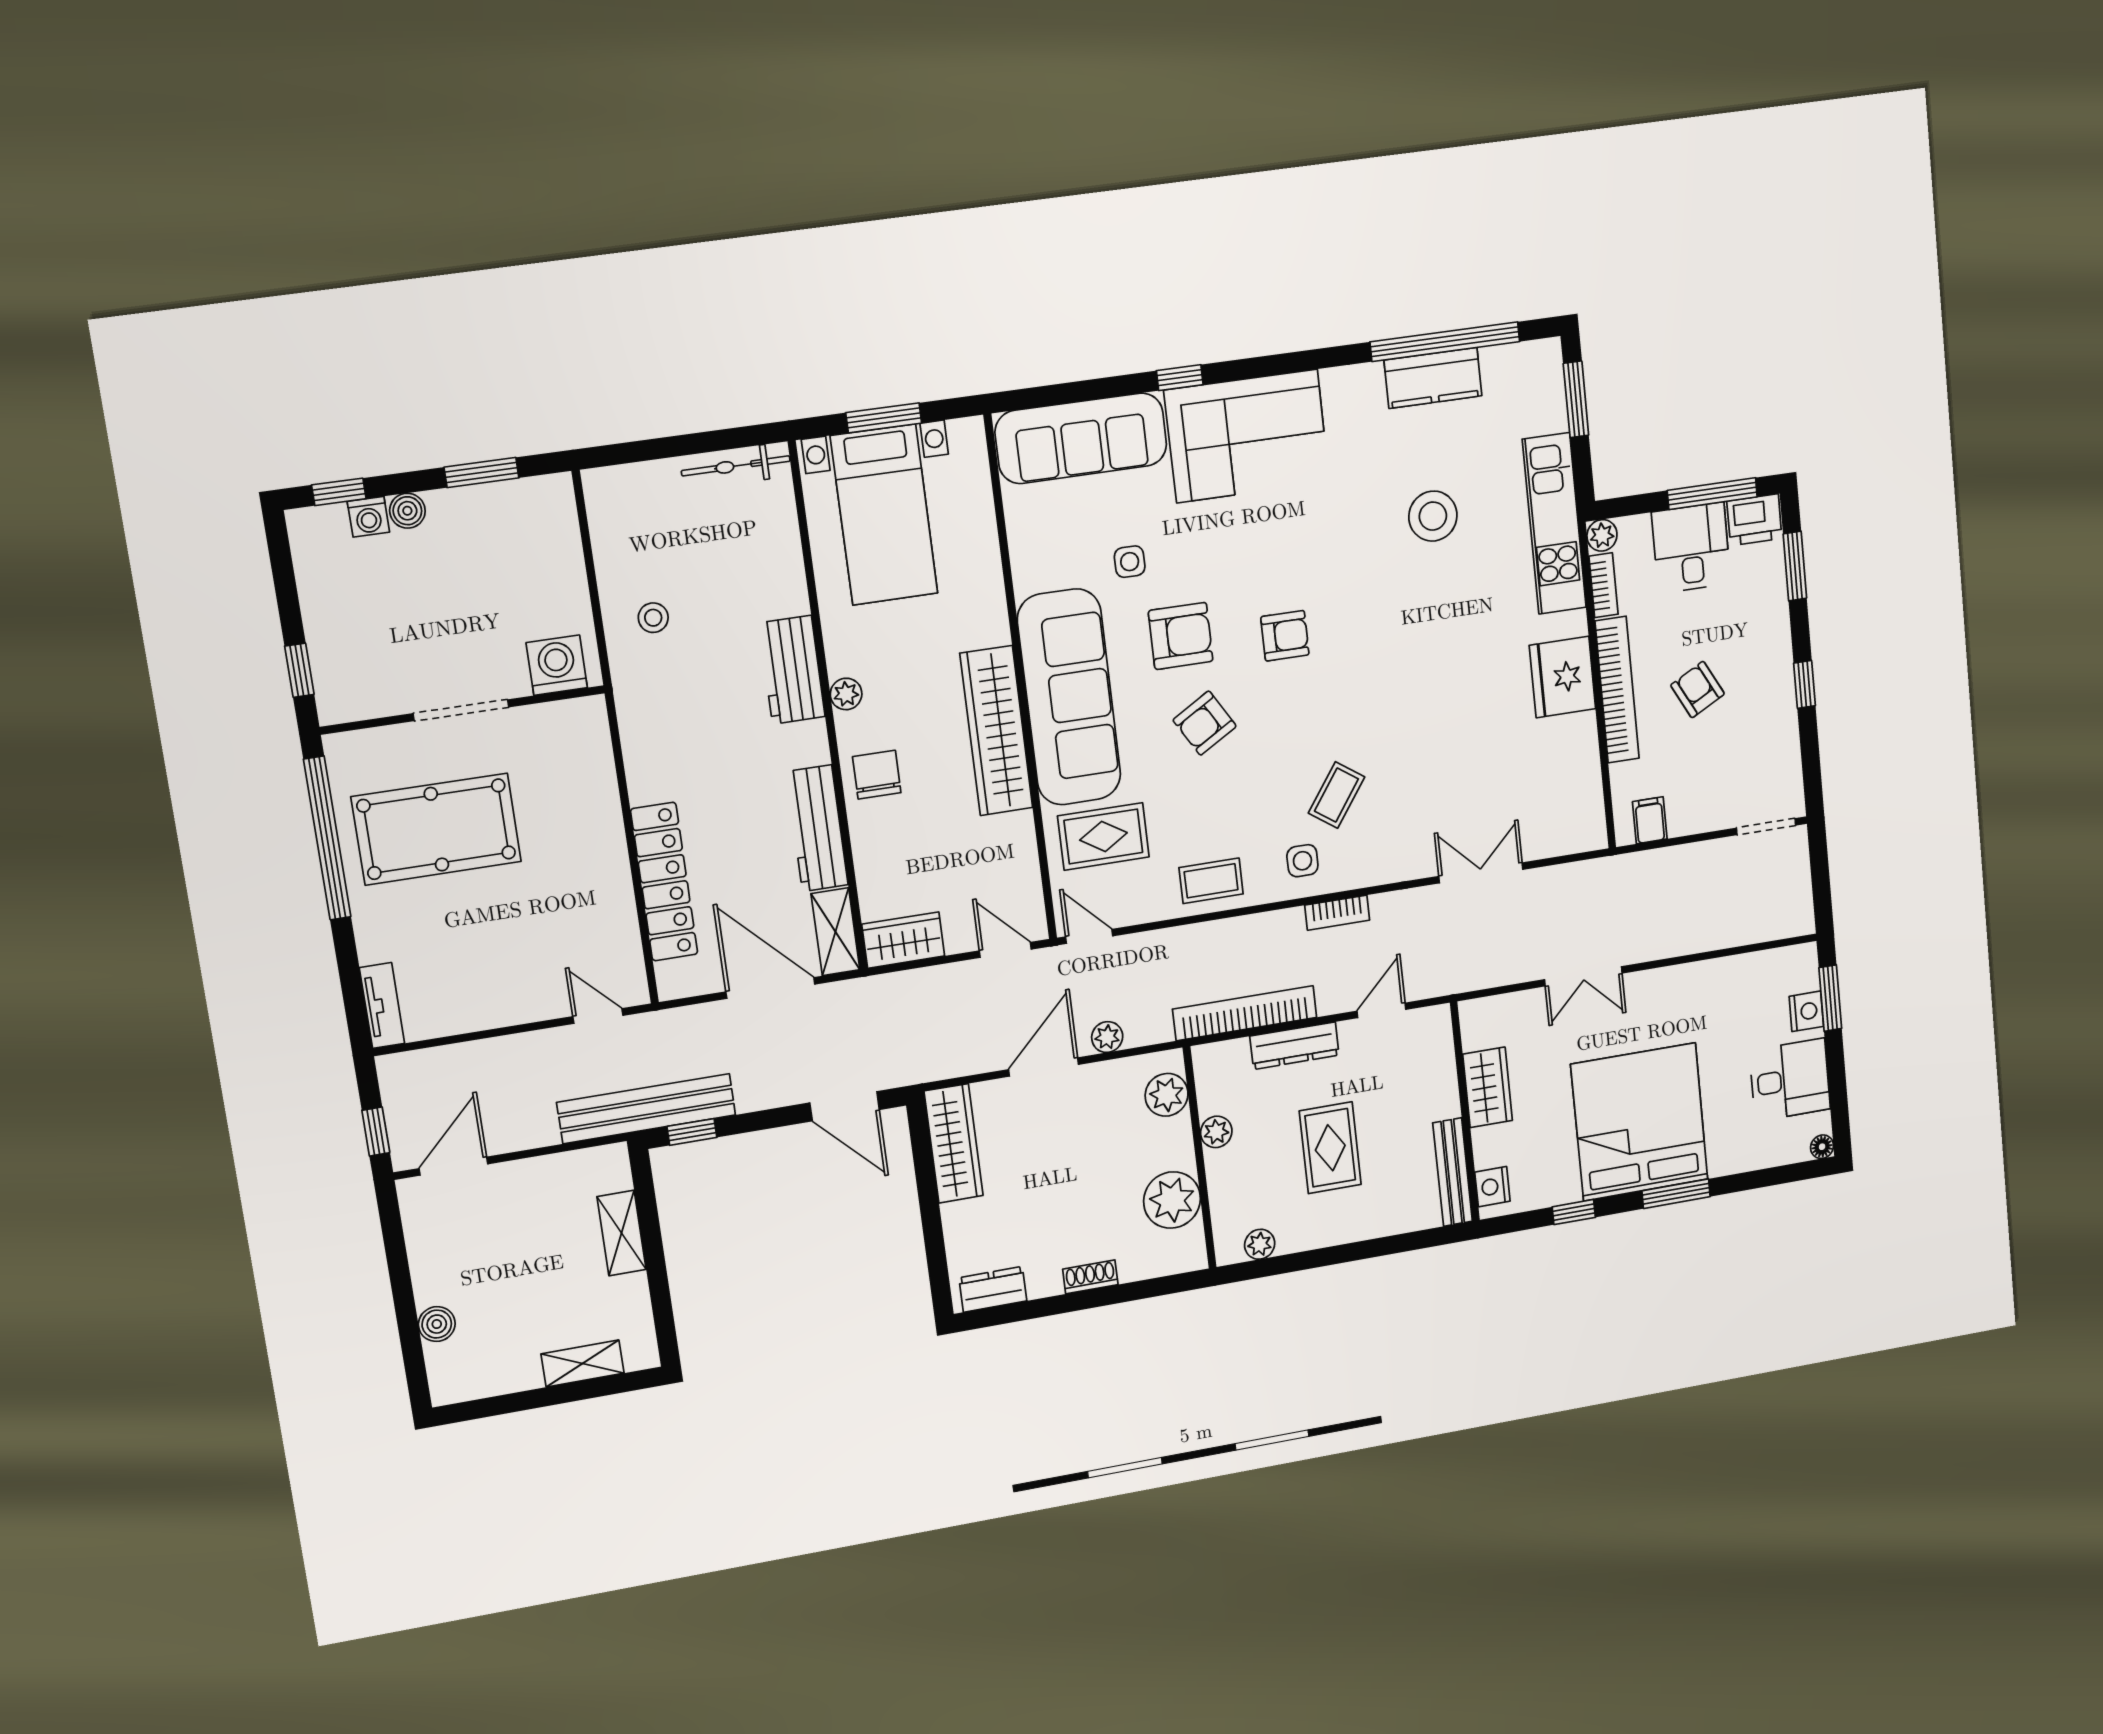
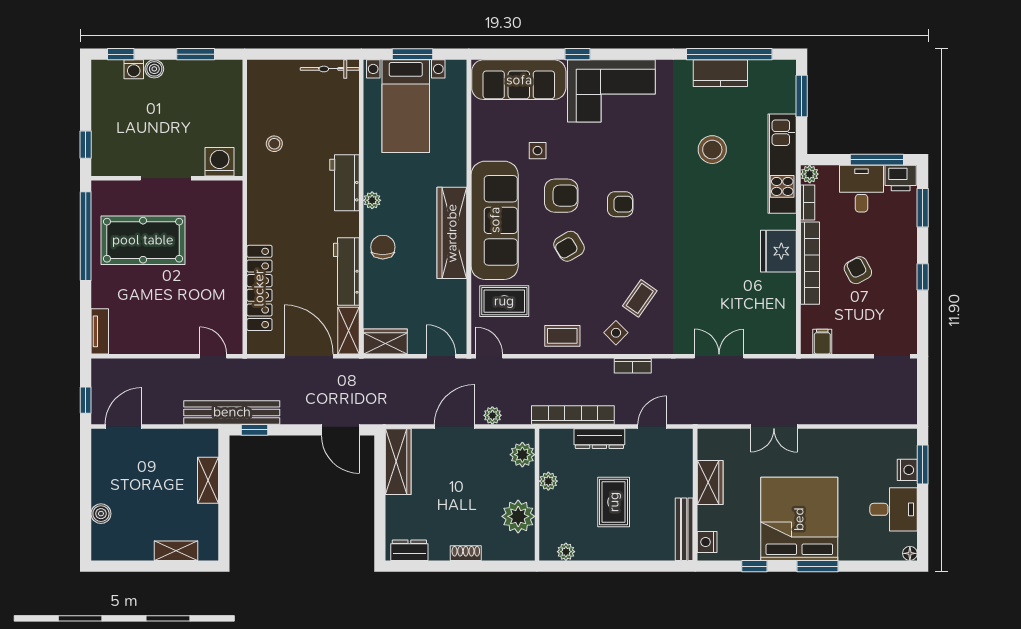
side table: (1302, 861) -> (616, 333), turned 45

